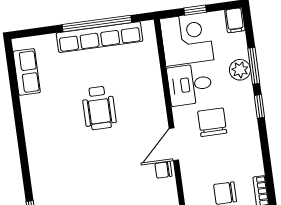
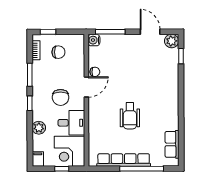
window: (97, 24) -> (142, 169), moved
window: (254, 66) -> (30, 75), moved
wheelchair: (99, 108) -> (130, 116), turned 180

